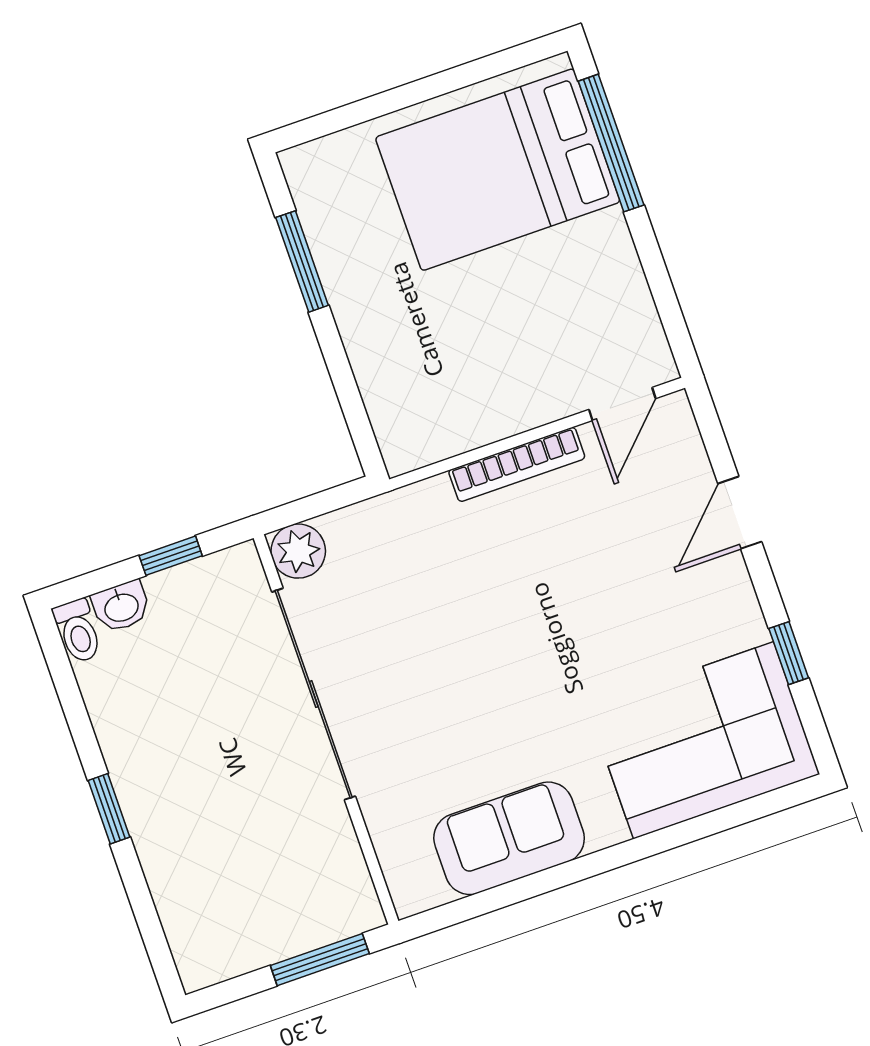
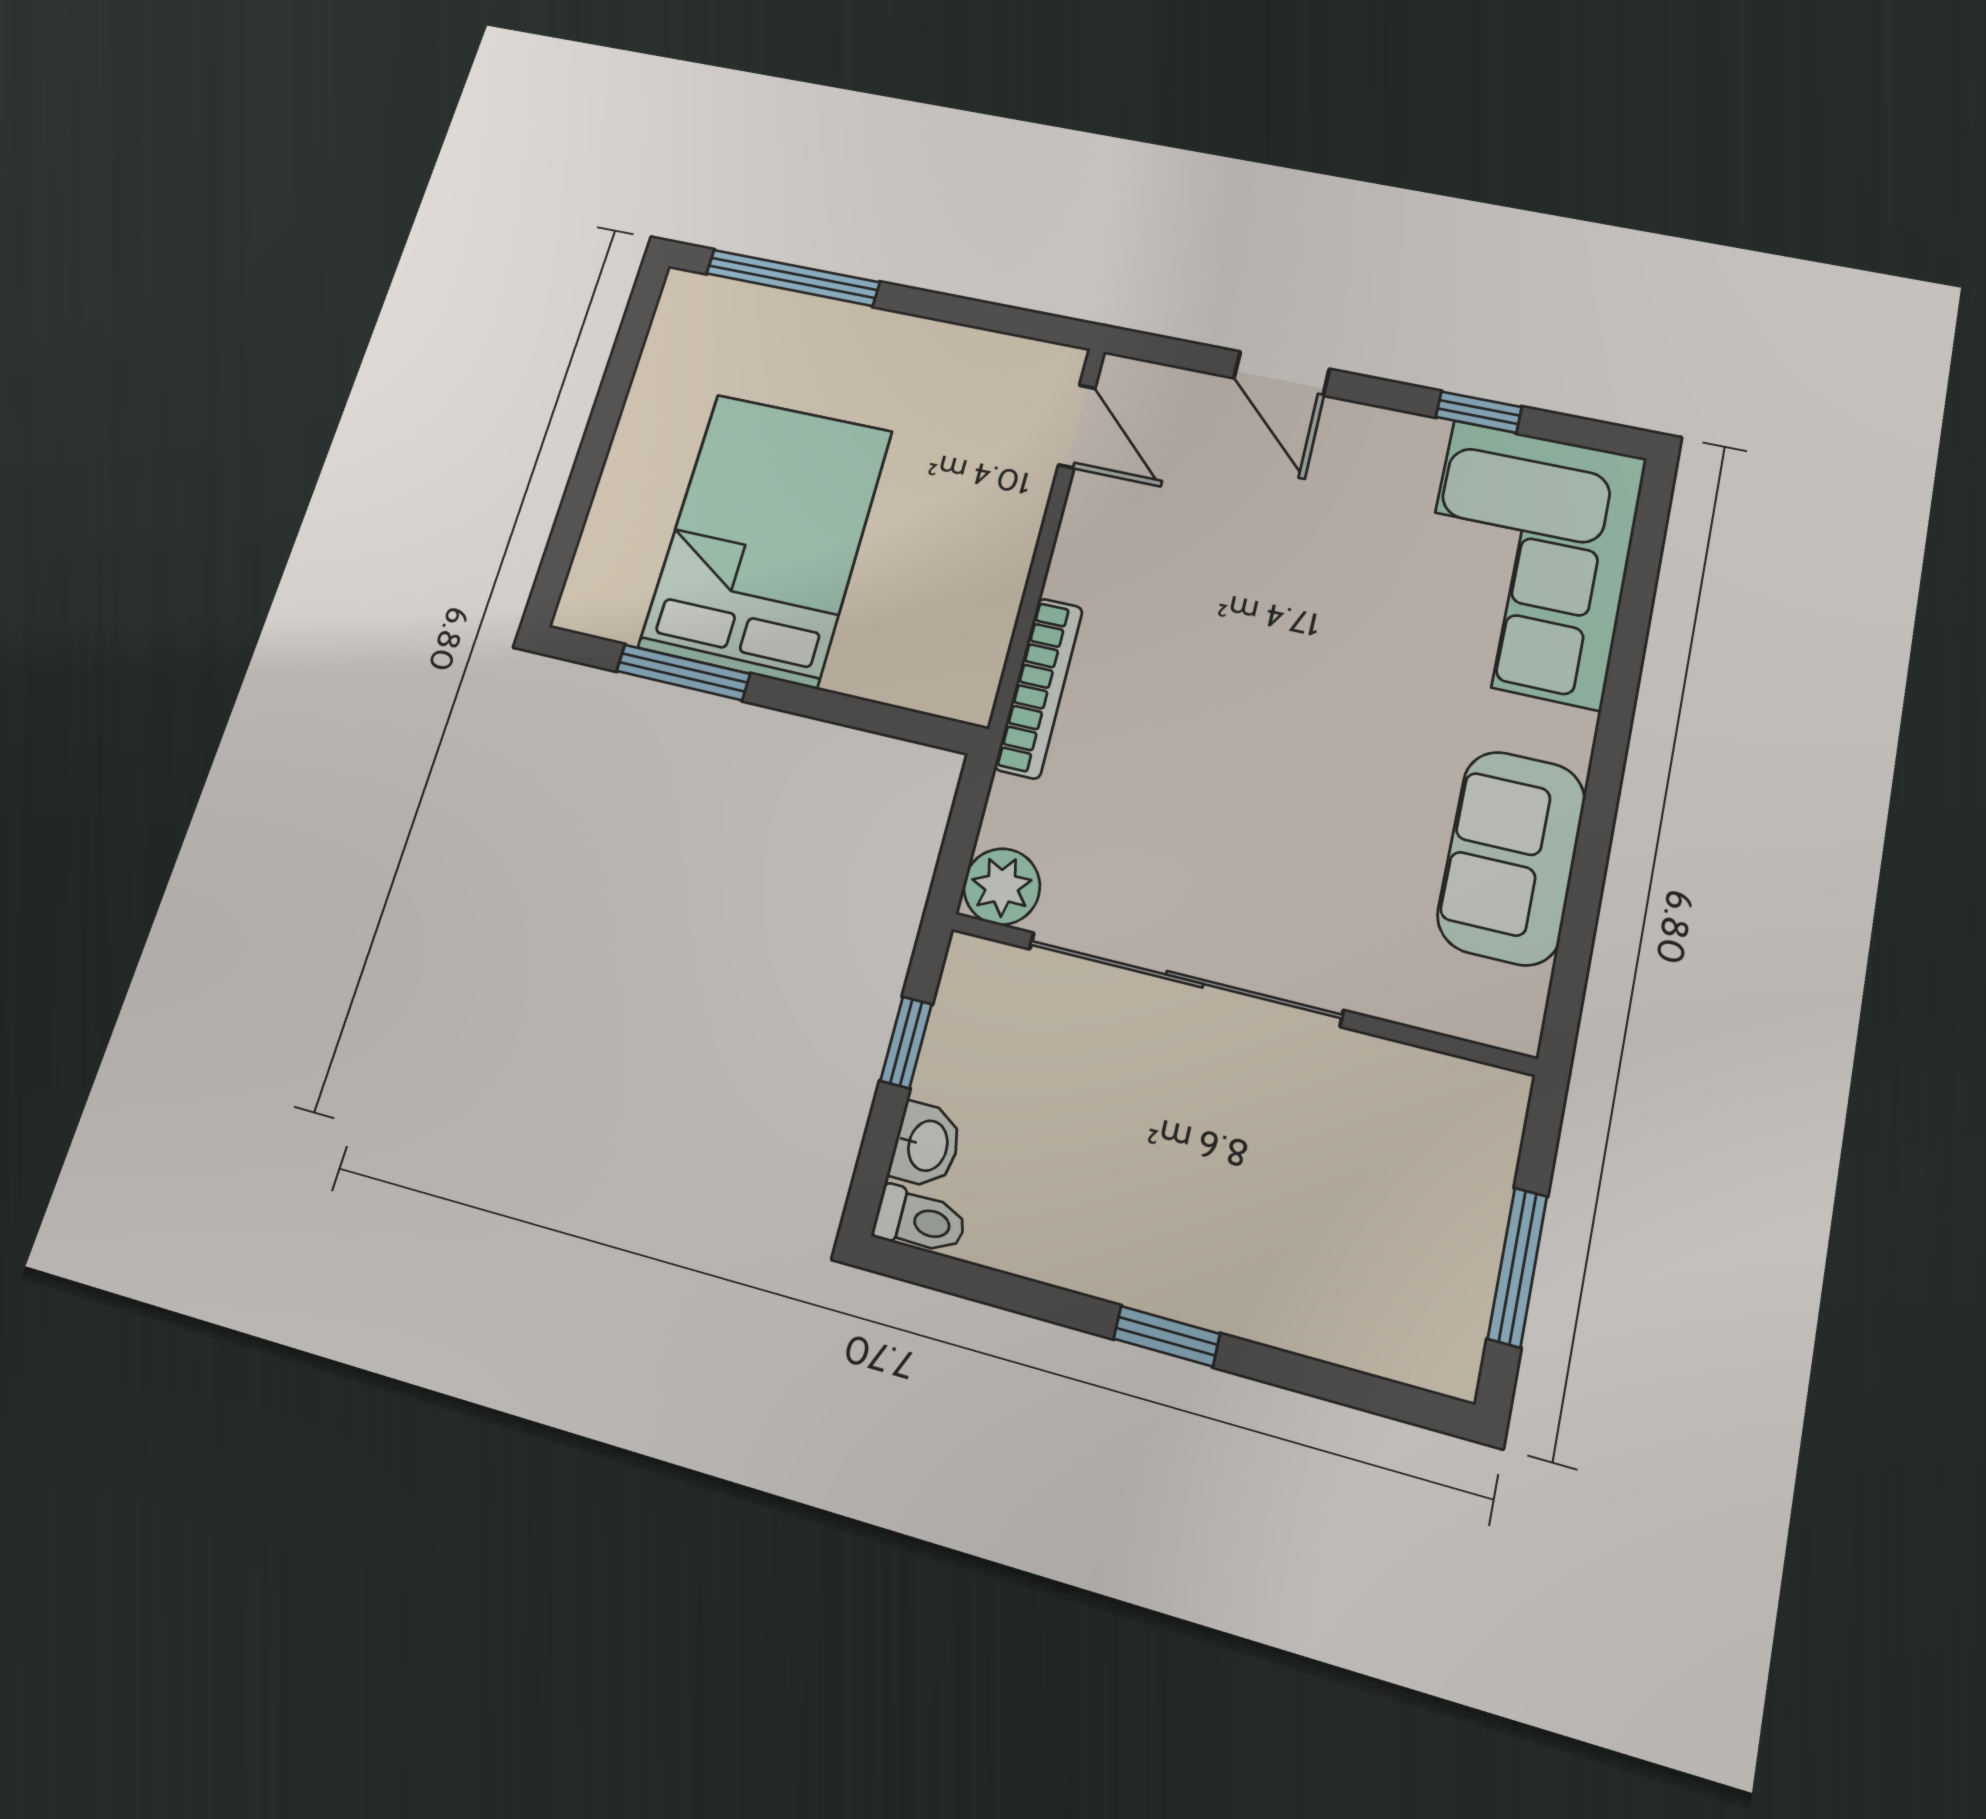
bed: (498, 170) -> (766, 539), moved, turned 180
bookcase: (517, 464) -> (1039, 688), moved
window: (320, 960) -> (1518, 1267), moved

